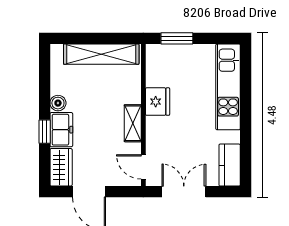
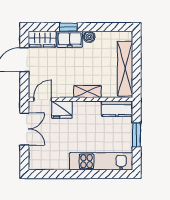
window: (177, 38) -> (137, 135), moved
fridge: (158, 102) -> (62, 110), moved
shelving: (133, 123) -> (87, 92), moved
kitchen counter: (230, 165) -> (117, 109), moved, turned 180

